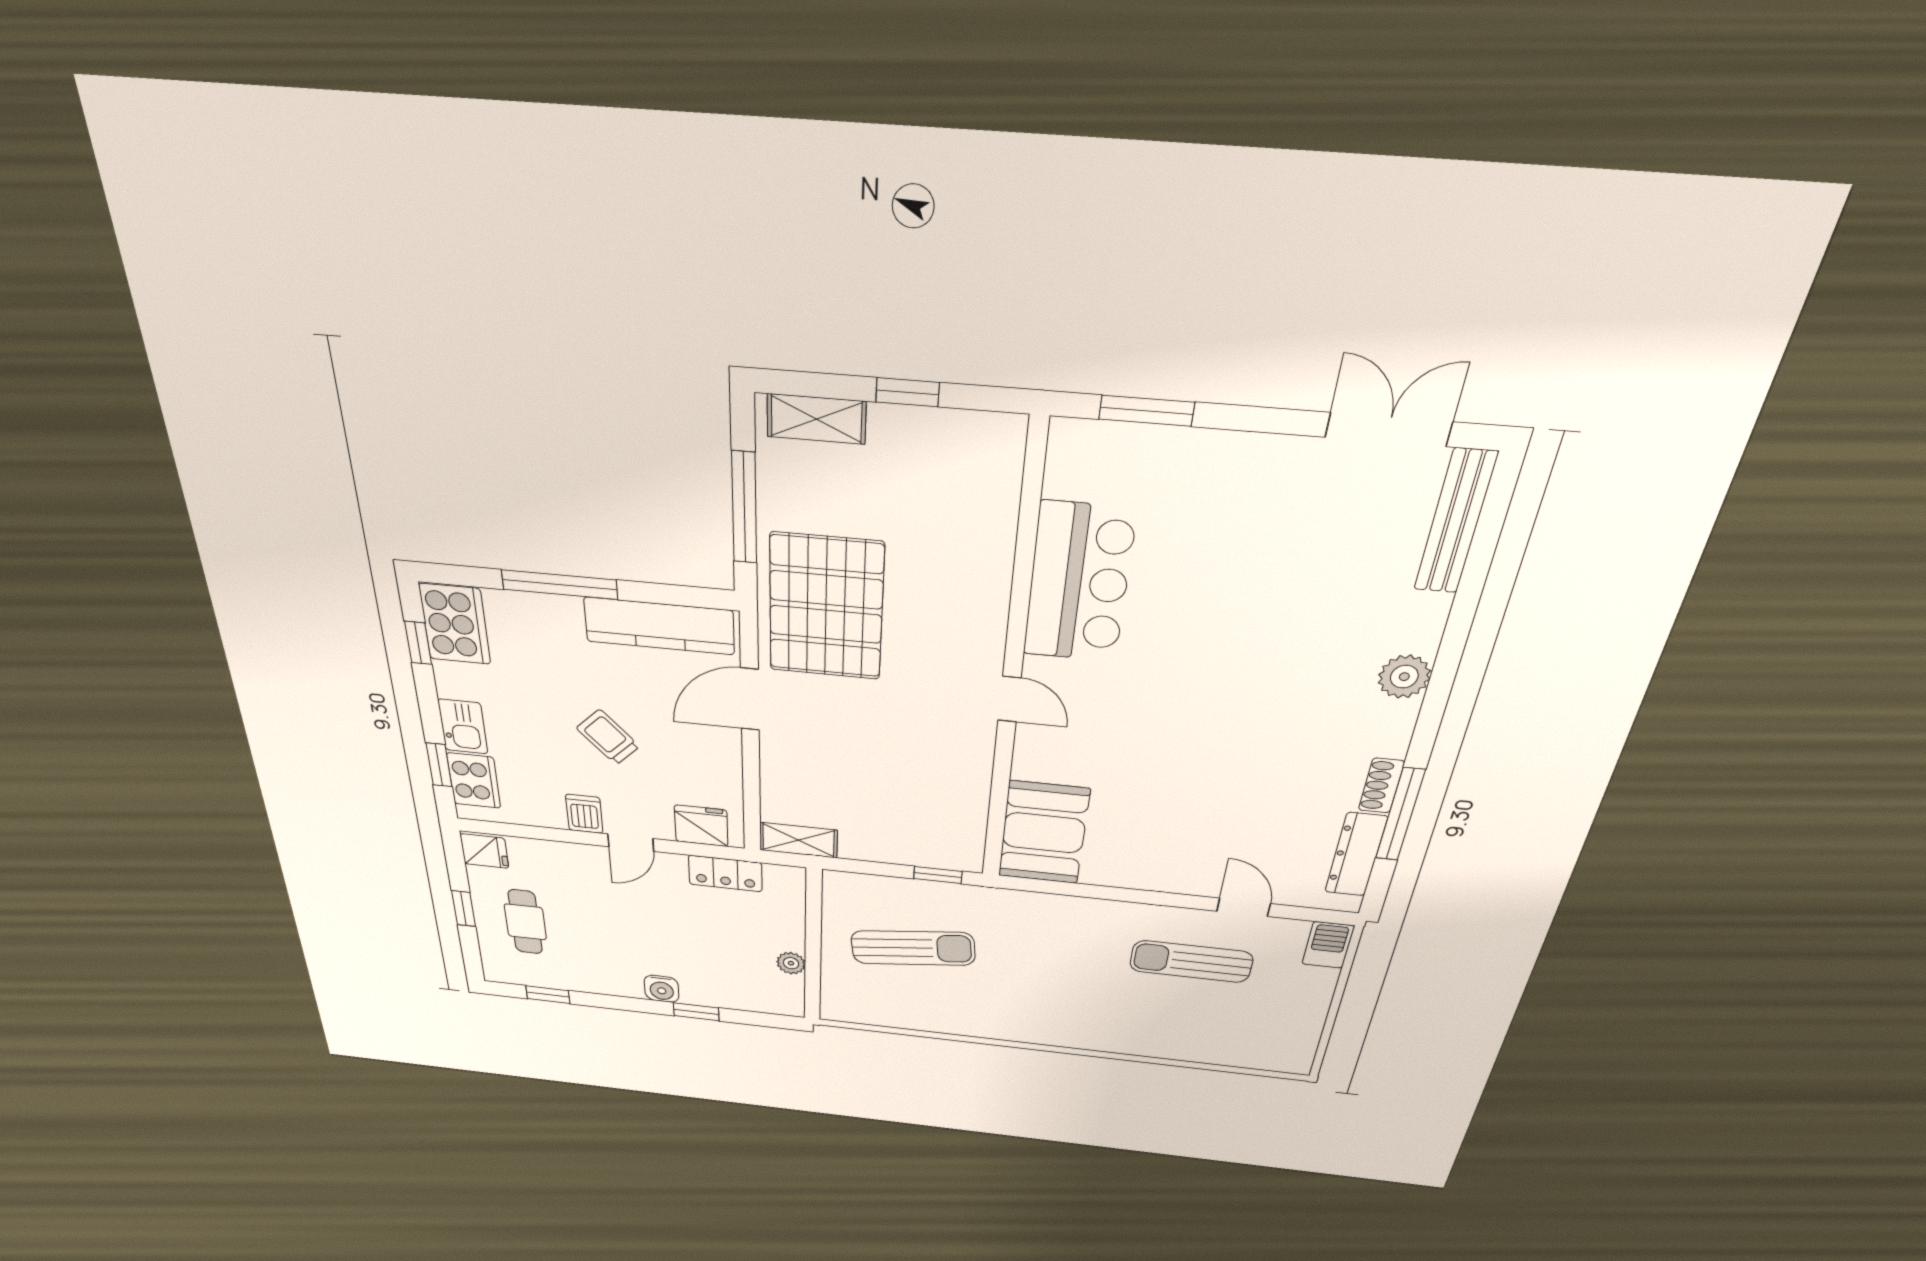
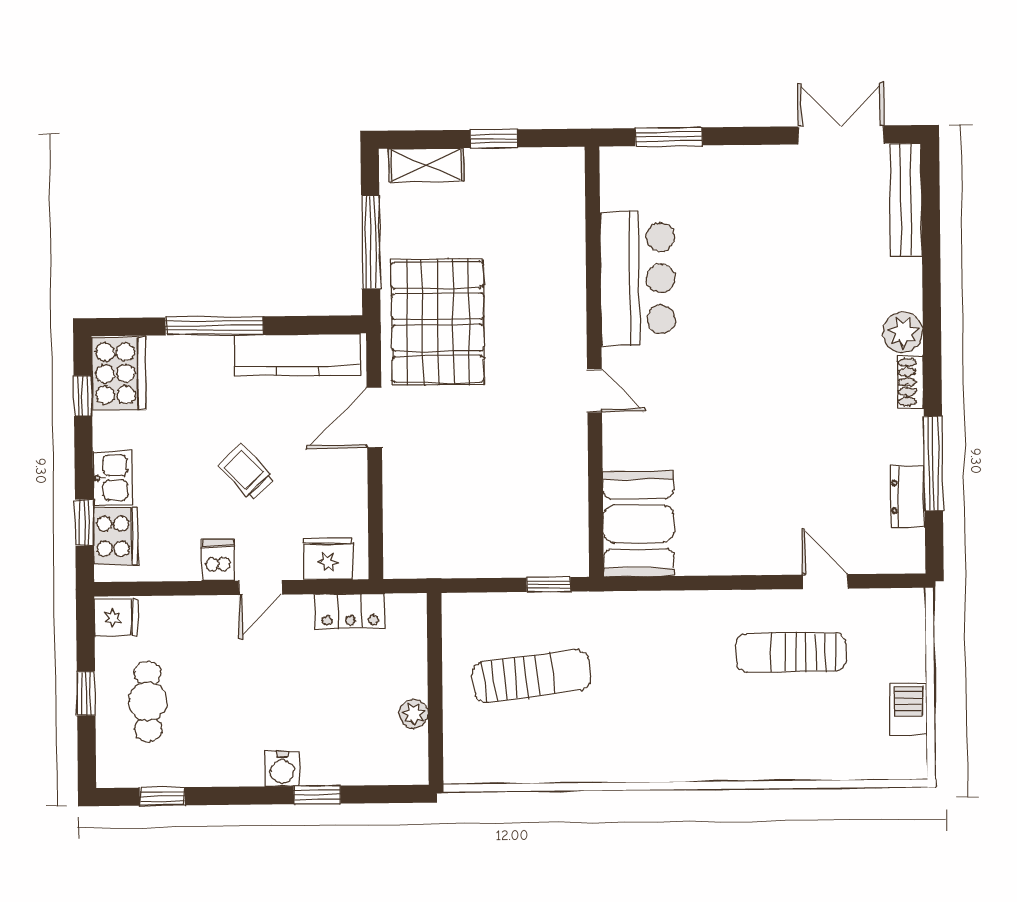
shoe rack: (1381, 786) -> (910, 382), moved
shelving: (798, 840) -> (419, 563), removed
dresser: (1356, 855) -> (908, 497), width x0.70
barbecue: (1328, 945) -> (909, 709), moved

